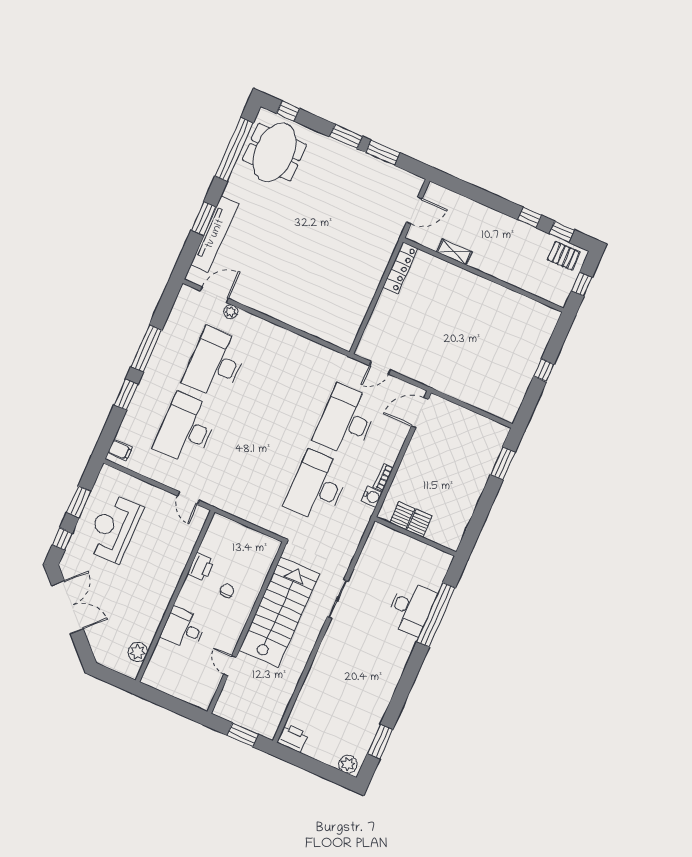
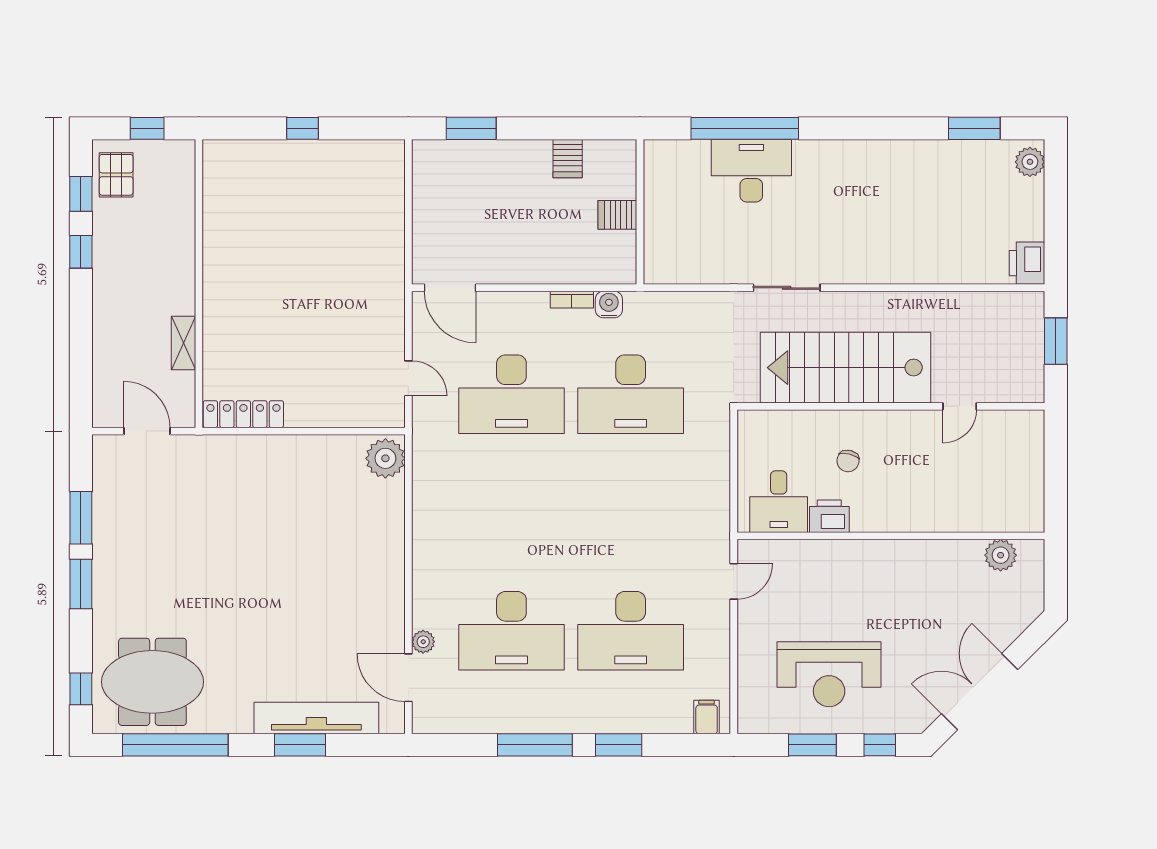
plant: (341, 336) -> (385, 458), added
server rack: (402, 516) -> (568, 159), moved, turned -90
chair: (227, 591) -> (848, 461), turned -76
desk: (183, 629) -> (779, 502), moved

